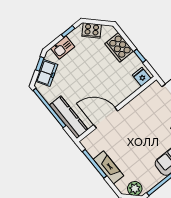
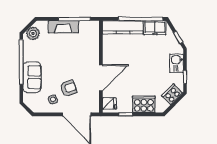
freezer: (47, 73) -> (155, 28), moved, turned -59
door: (106, 118) -> (101, 78), moved
armchair: (157, 122) -> (68, 88), added

